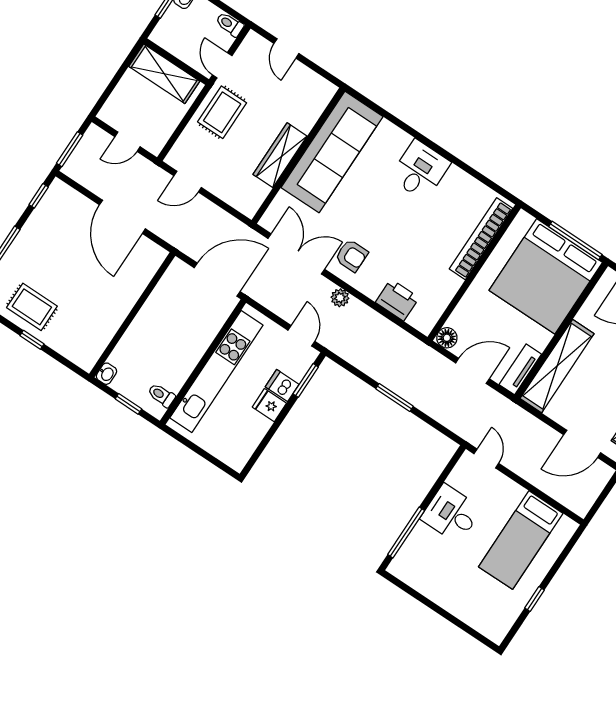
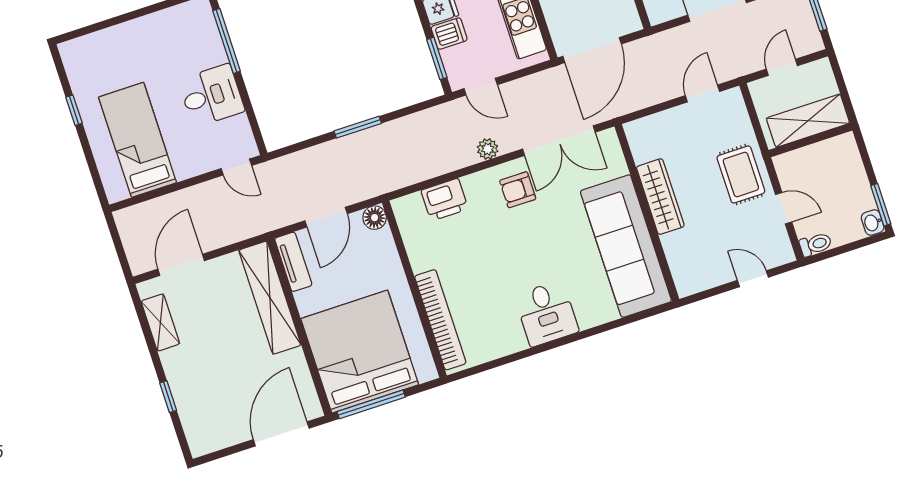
wall: (176, 62) -> (810, 140), moved
shelving: (164, 74) -> (808, 121), moved

